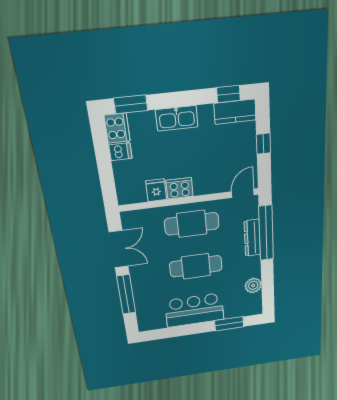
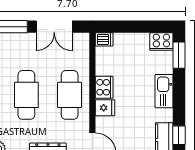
dishwasher: (120, 152) -> (104, 39), moved, turned -90
fridge: (156, 190) -> (105, 108), moved

